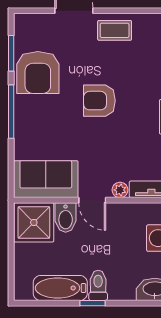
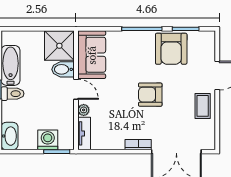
armchair: (38, 72) -> (171, 49), turned -90
armchair: (99, 101) -> (150, 95), turned -90
door: (92, 200) -> (76, 89), swing flipped

